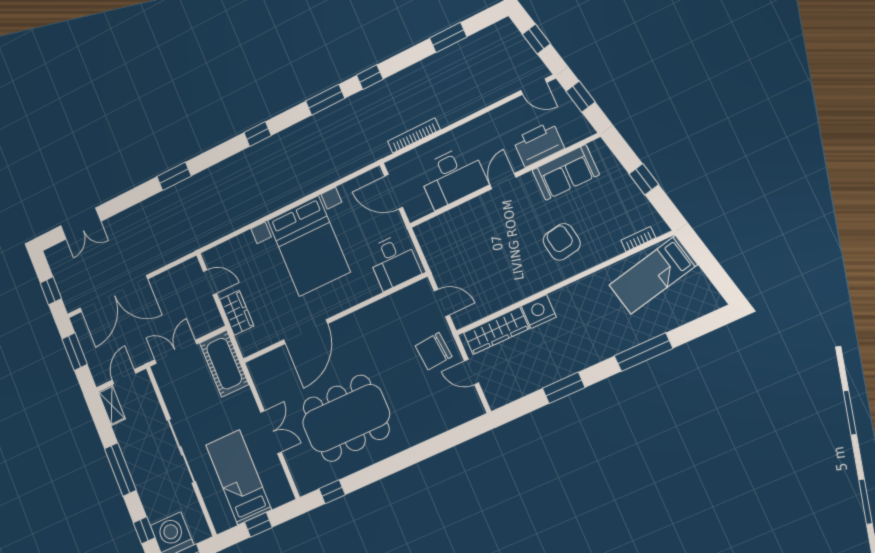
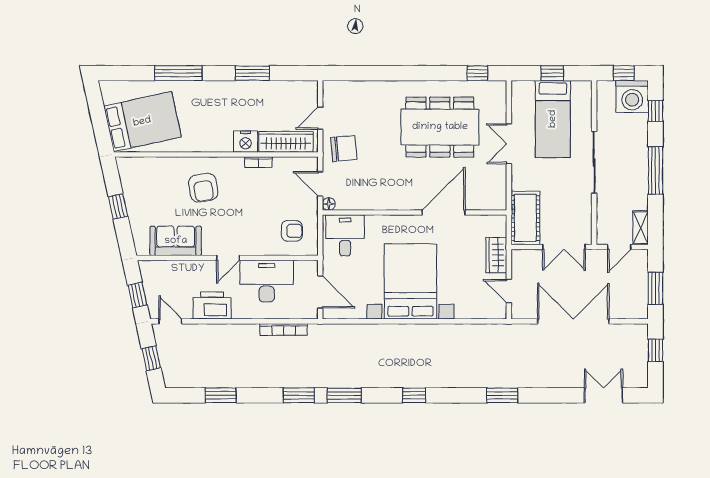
window: (370, 77) -> (299, 395), width x1.50
printer: (539, 144) -> (212, 306), moved, turned 180
bookcase: (638, 239) -> (258, 162), moved
armchair: (450, 240) -> (292, 231), added
bed: (653, 275) -> (142, 122), width x1.50
floor lamp: (424, 286) -> (329, 204), added
double door: (114, 294) -> (573, 321), moved
door: (472, 372) -> (320, 118), swing flipped

